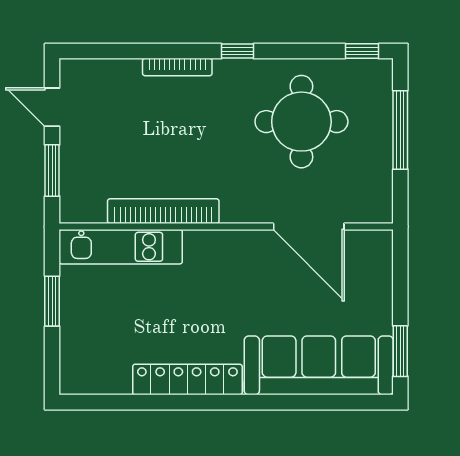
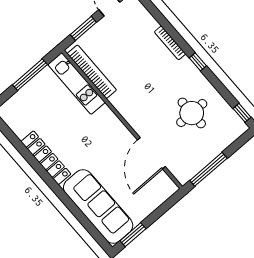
round table: (301, 122) -> (192, 113), width x0.73, depth x0.73
window: (400, 130) -> (208, 169), moved
bookcase: (163, 211) -> (92, 72), moved
window: (52, 301) -> (30, 75), width x1.44

